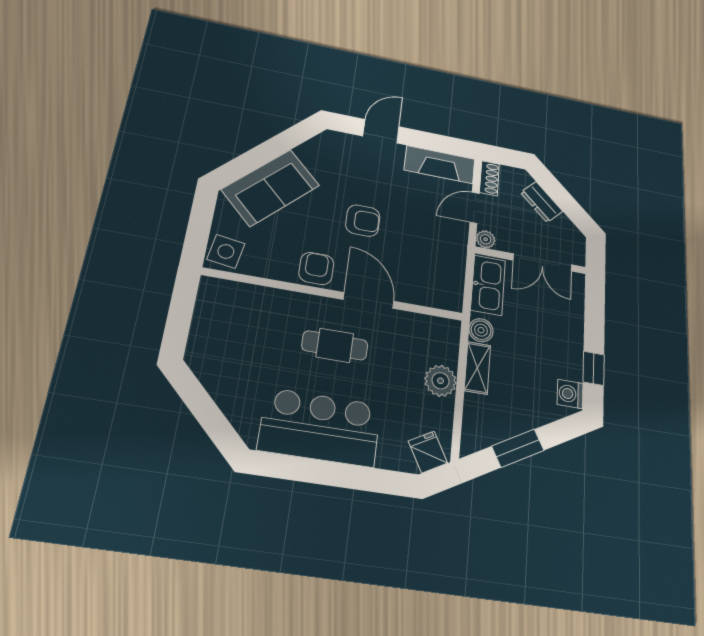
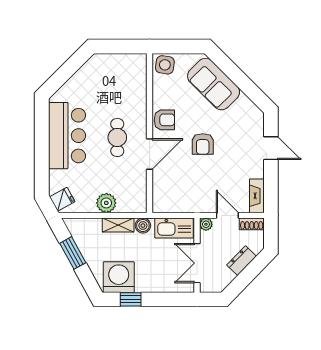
fireplace: (440, 165) -> (257, 196), width x0.73, depth x0.76
washing machine: (570, 394) -> (119, 277), width x1.89, depth x1.89

